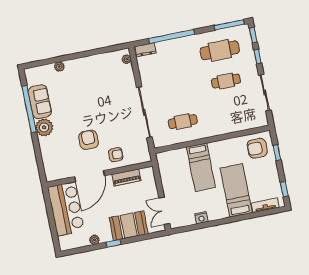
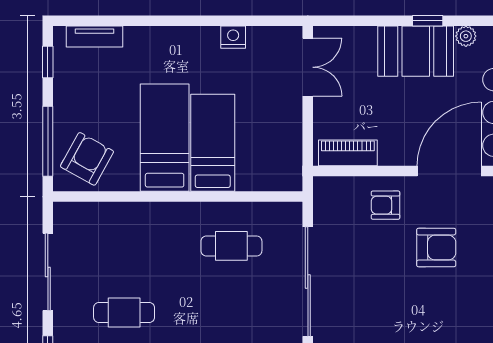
armchair: (88, 140) -> (436, 248), turned -90
armchair: (257, 148) -> (87, 159), turned -61
window: (277, 153) -> (48, 141), width x2.17
piano: (126, 177) -> (348, 153), moved
bed: (236, 190) -> (165, 138), moved, turned 180
booth: (129, 226) -> (416, 51), moved

